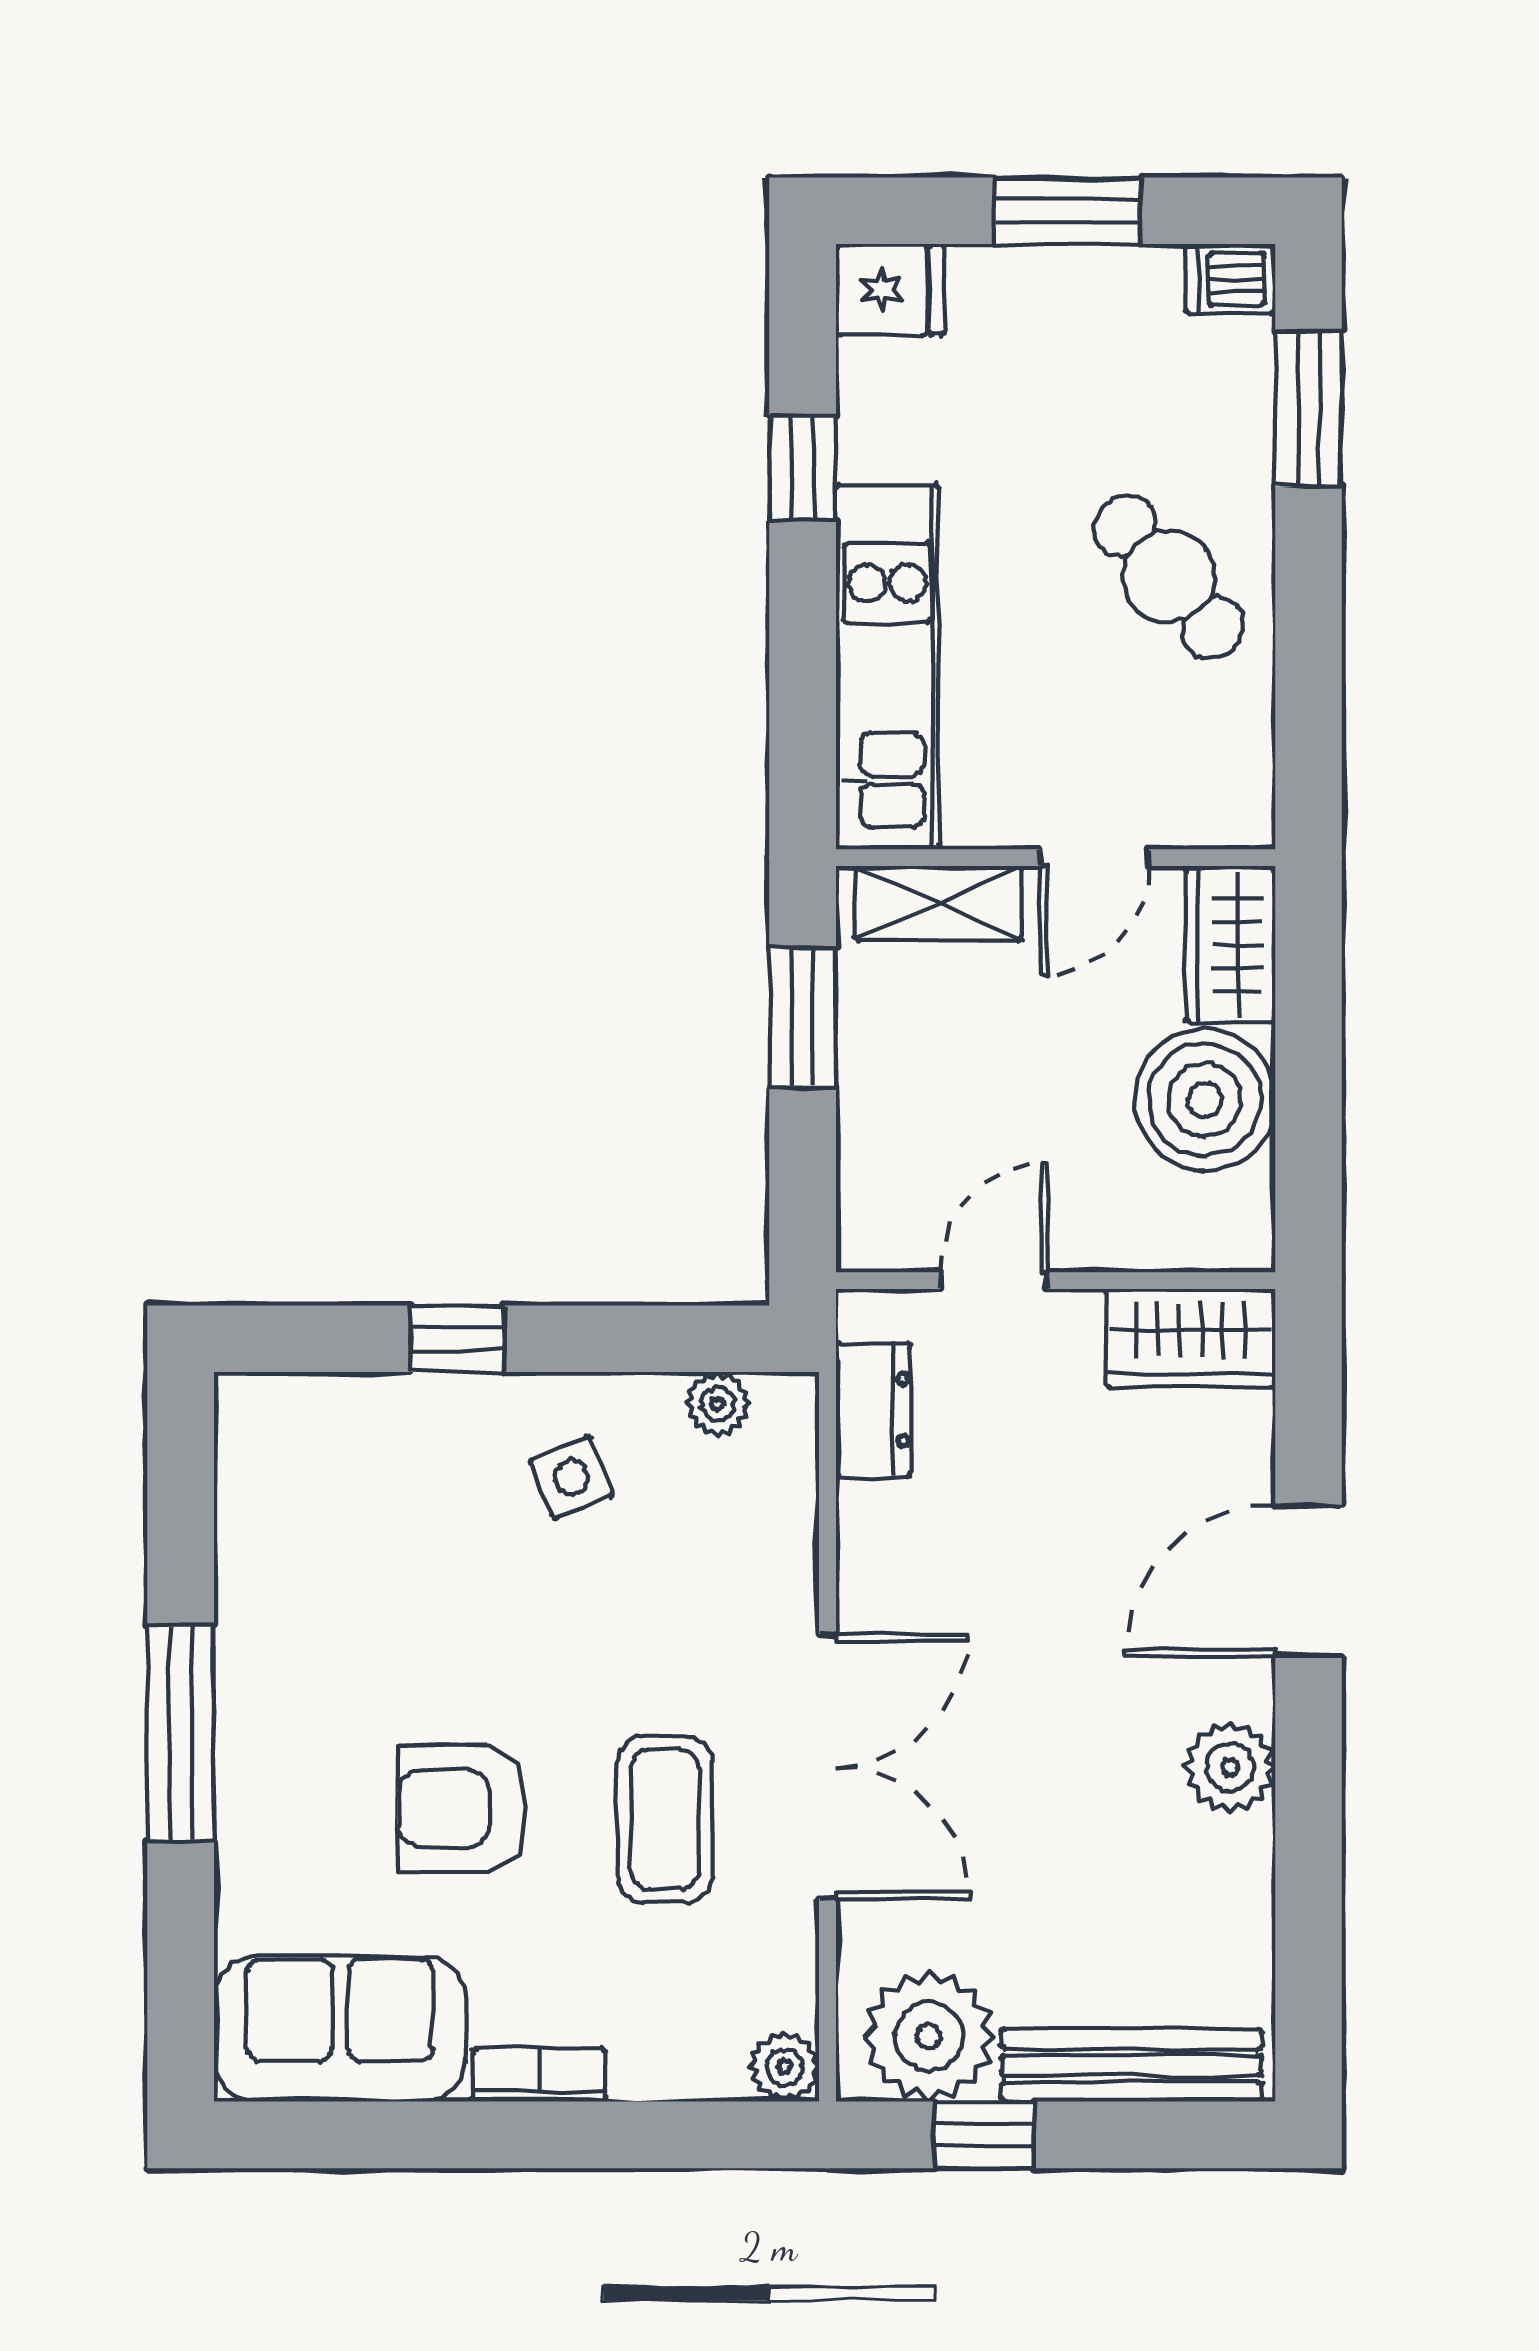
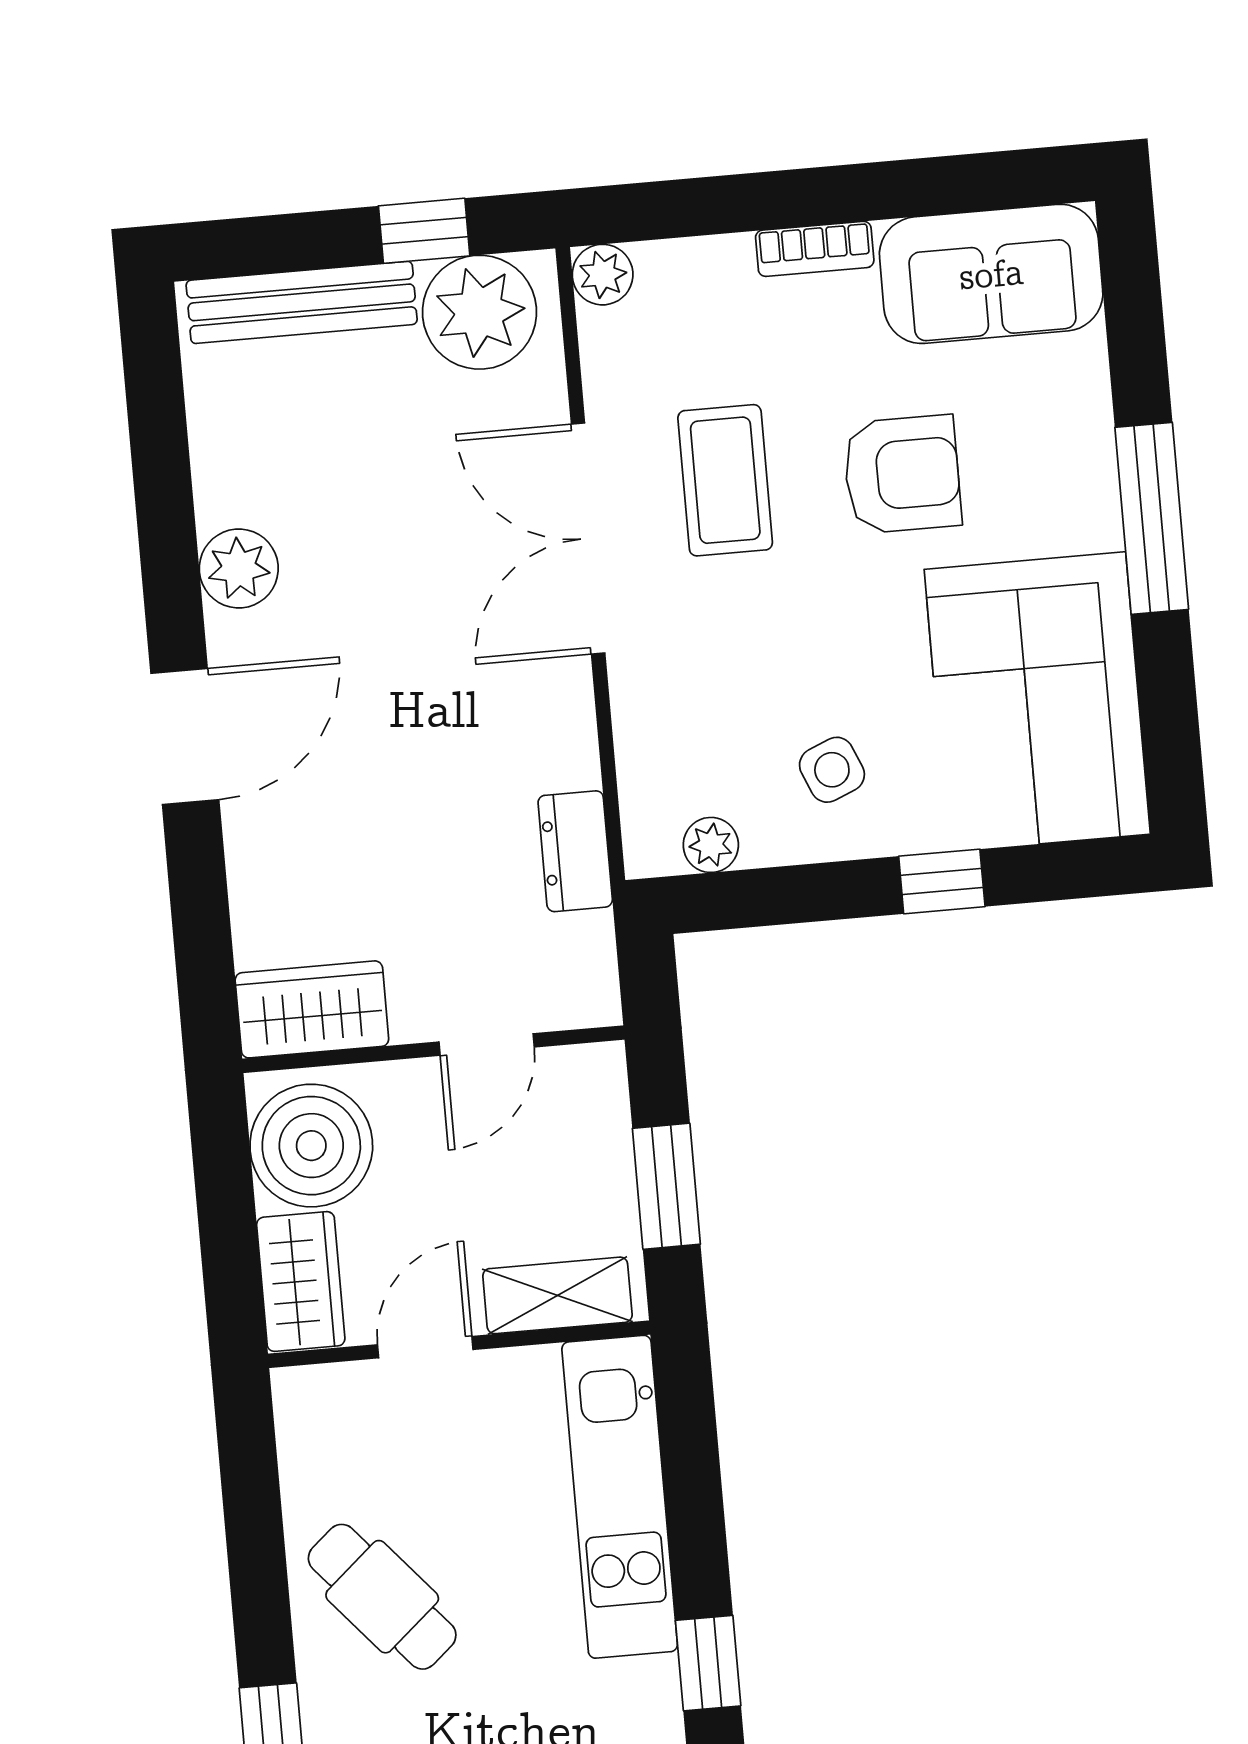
door: (994, 1281) -> (487, 1044), moved
wall: (1056, 1281) -> (433, 1049), moved
wardrobe: (1190, 1338) -> (312, 1009), moved
corner sofa: (330, 1535) -> (1037, 702), added

